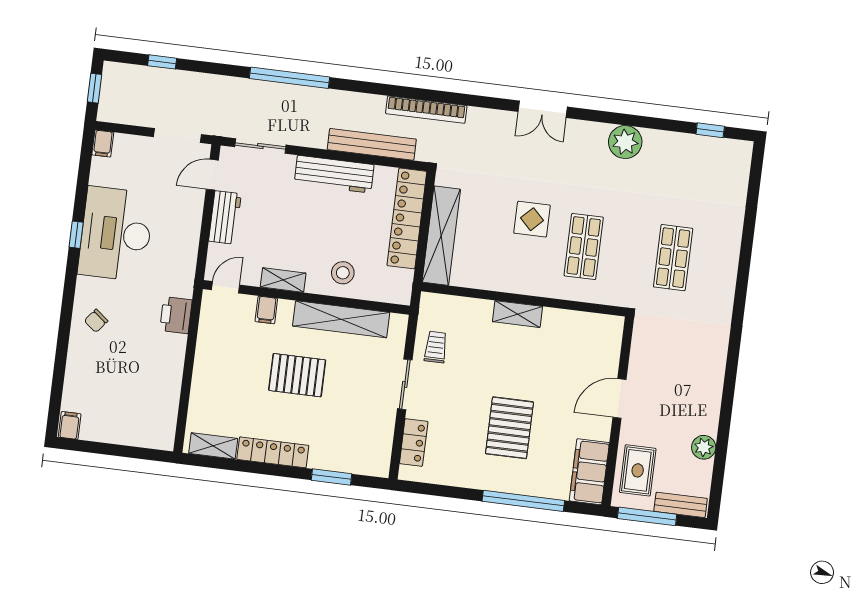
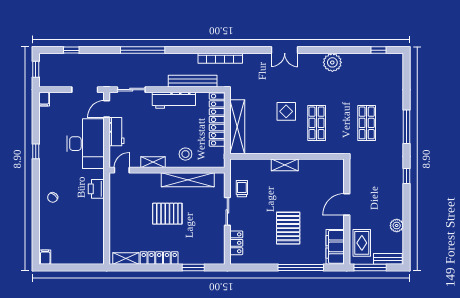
desk: (116, 234) -> (86, 144), moved, turned 180
window: (743, 273) -> (406, 127), added
filing cabinet: (266, 310) -> (146, 180), removed
window: (732, 361) -> (406, 176), added

